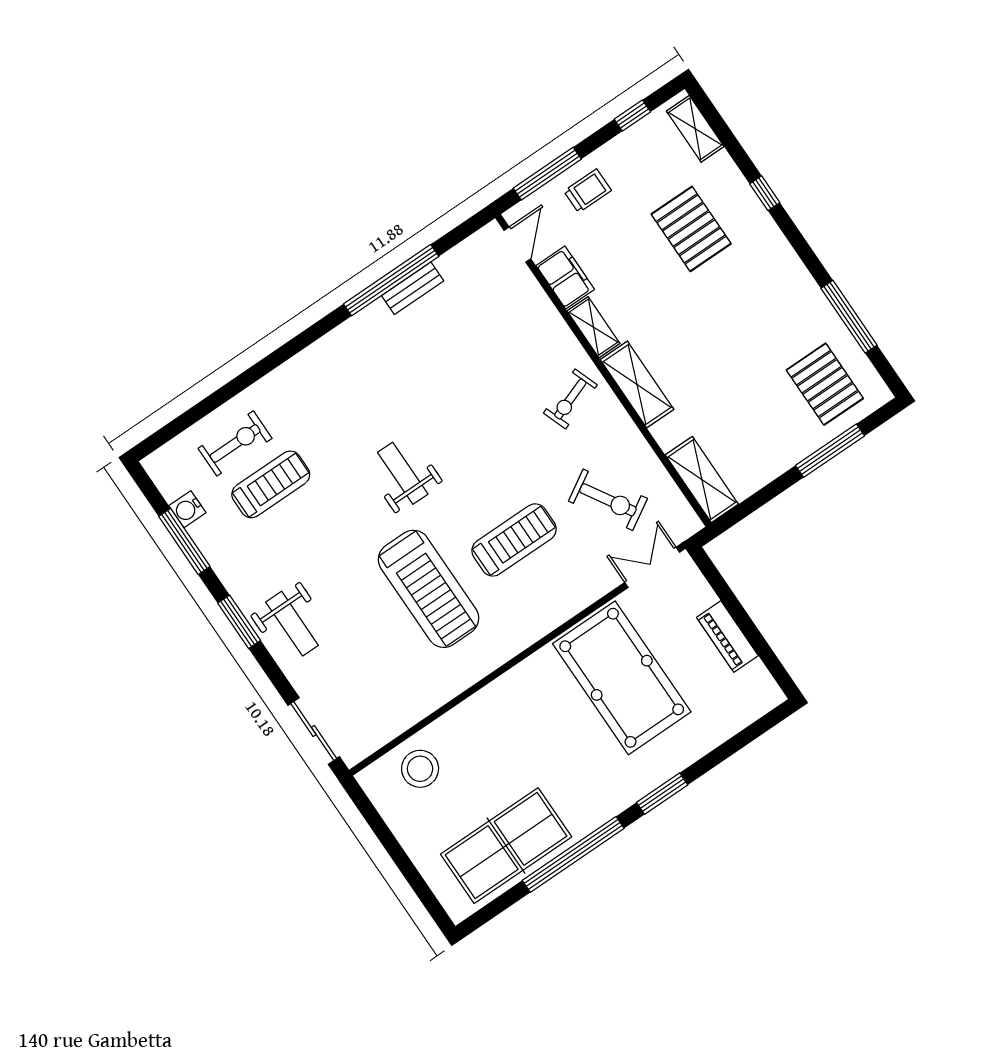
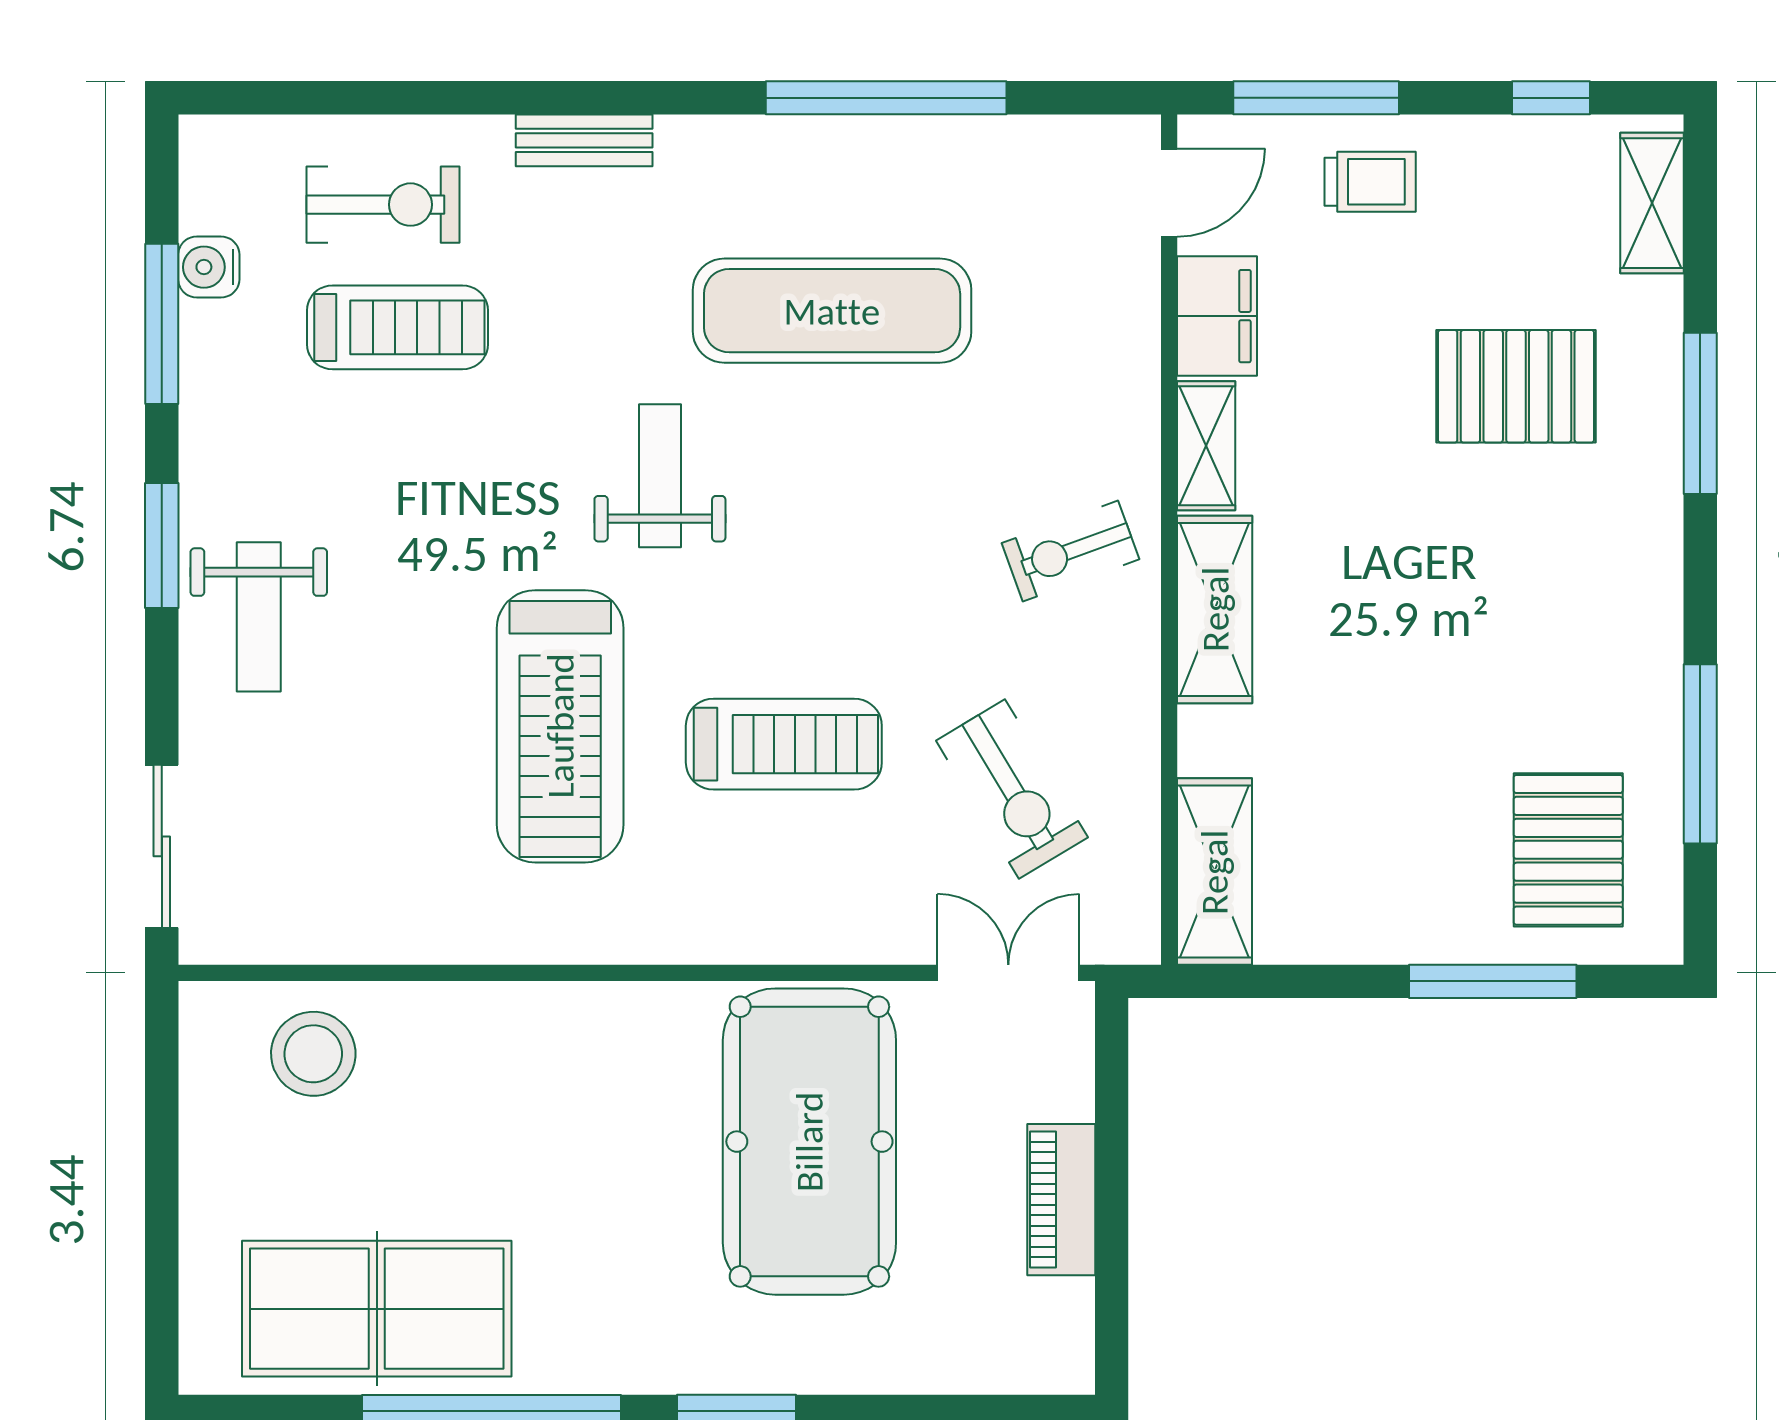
window: (765, 193) -> (1700, 413), width x2.17
pallet: (691, 229) -> (1516, 386), turned 90
bench: (413, 288) -> (584, 140), moved
exercise mat: (424, 371) -> (832, 311), added

